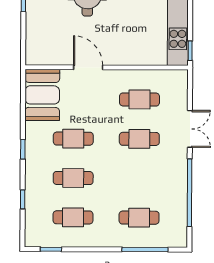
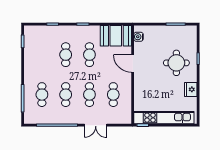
water cooler: (44, 57) -> (138, 37), added
door: (88, 67) -> (133, 63), swing flipped
cafe table: (73, 217) -> (66, 95), moved

